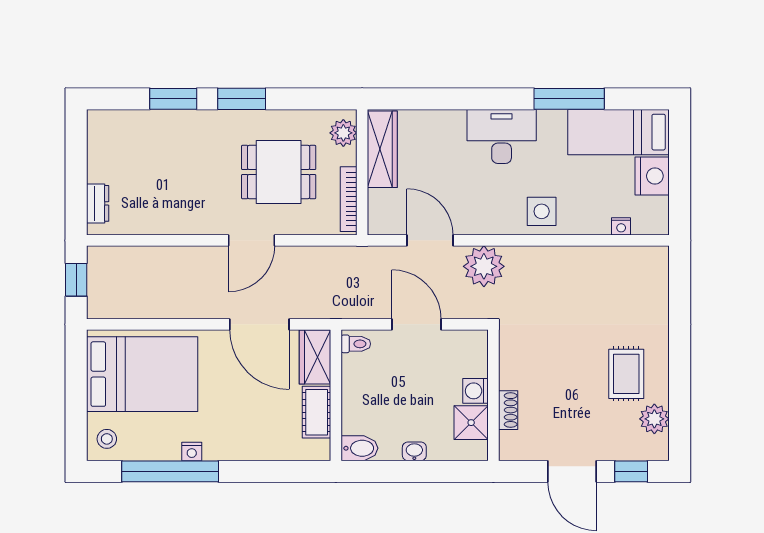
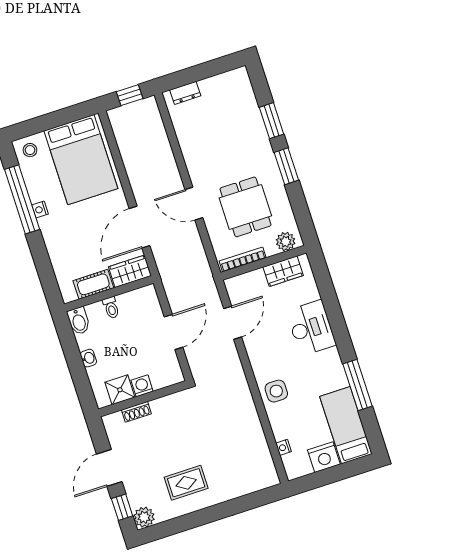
desk: (502, 136) -> (311, 328), moved
wardrobe: (382, 149) -> (283, 271), width x0.67
plant: (484, 266) -> (227, 364), removed
toilet: (356, 344) -> (111, 308), moved
plant: (654, 419) -> (144, 517), moved

